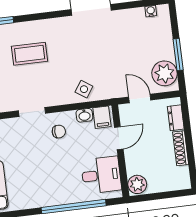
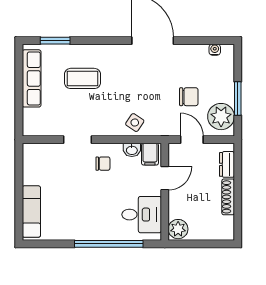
chair: (132, 59) -> (189, 97), added

